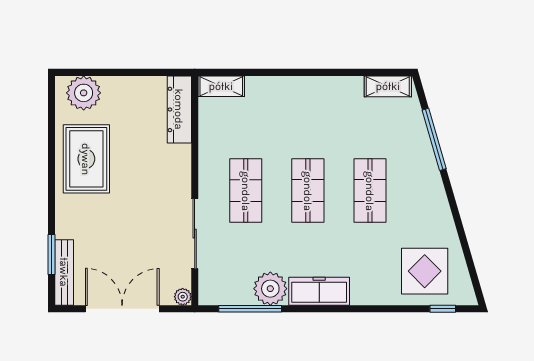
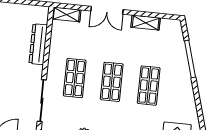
double door: (288, 72) -> (107, 10), added
shelving: (388, 86) -> (146, 23), moved
dresser: (179, 109) -> (38, 44), moved

